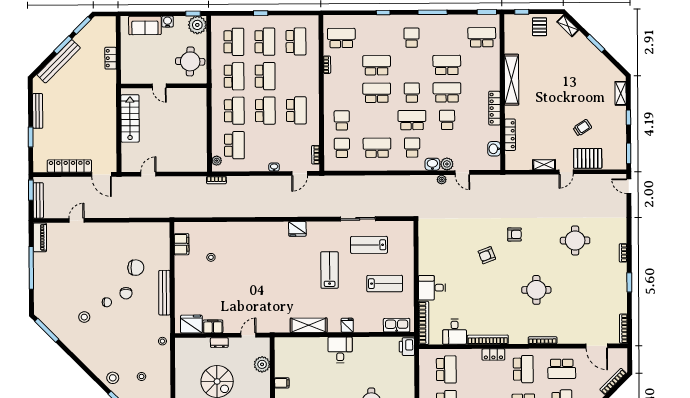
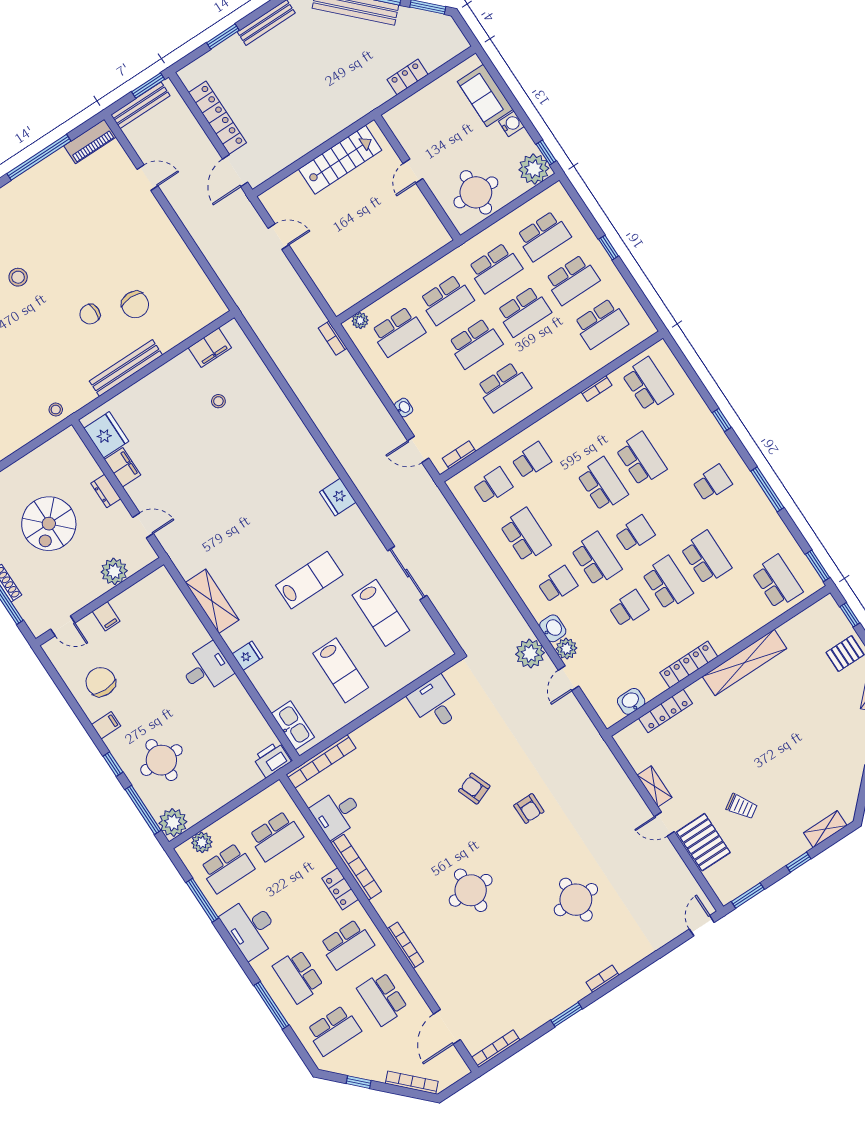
plant: (442, 180) -> (530, 653), width x1.88, depth x1.88
lab bench: (369, 245) -> (381, 613), turned 180
desk: (432, 288) -> (436, 703), moved
chair: (107, 302) -> (60, 295), removed

